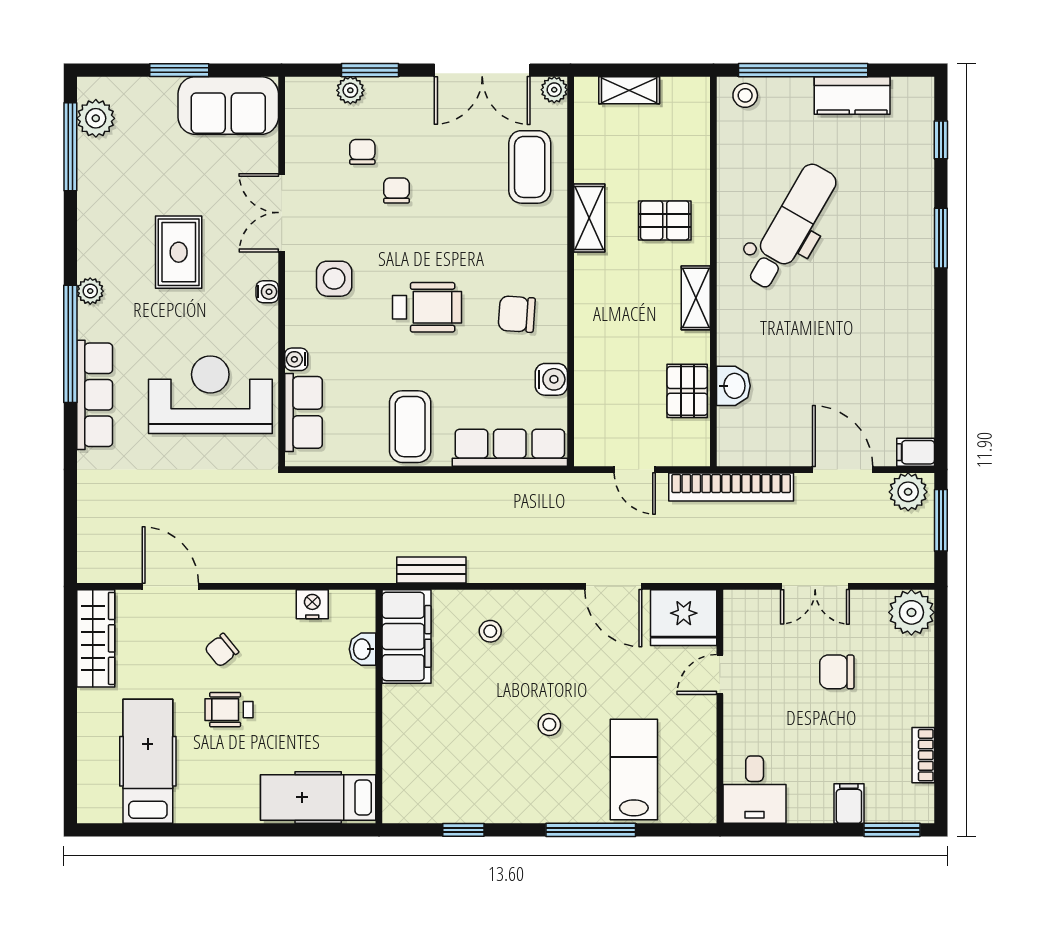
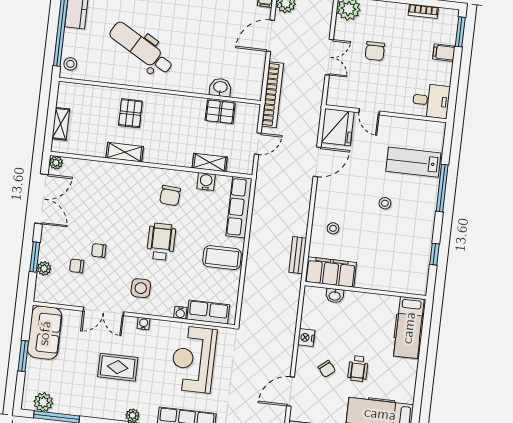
coffee table: (530, 167) -> (95, 180), removed
shelving: (696, 298) -> (210, 163), moved
nightstand: (312, 604) -> (306, 338), moved

